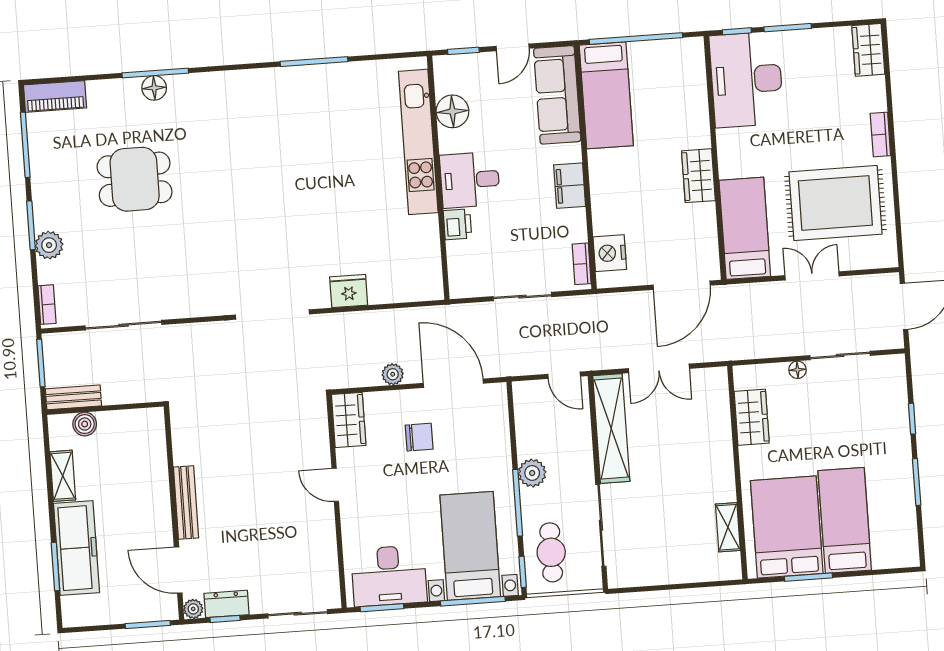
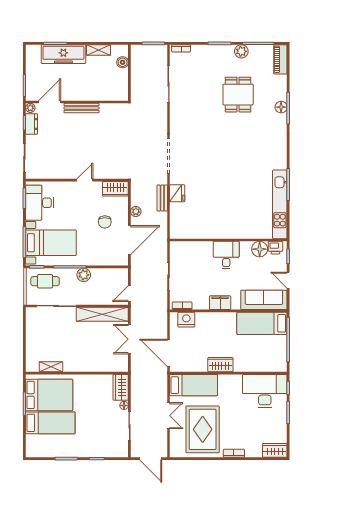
kitchen unit: (418, 142) -> (280, 204), moved, turned -90
printer: (458, 224) -> (275, 248), moved
plant: (49, 245) -> (241, 51), moved
bench: (73, 397) -> (162, 198), moved
wardrobe: (752, 417) -> (121, 387), moved, turned 90

